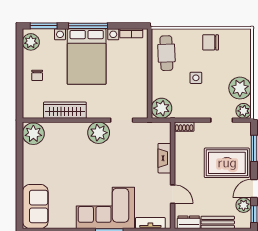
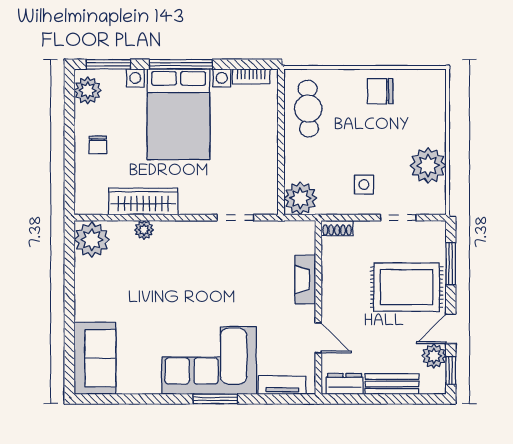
side table: (196, 78) -> (364, 185), moved
plant: (244, 111) -> (434, 203), removed
plant: (99, 133) -> (144, 230), moved, width x0.53, depth x0.53

